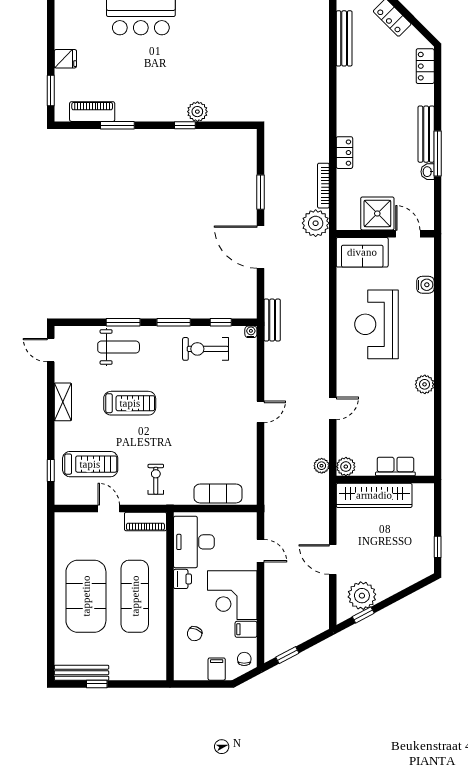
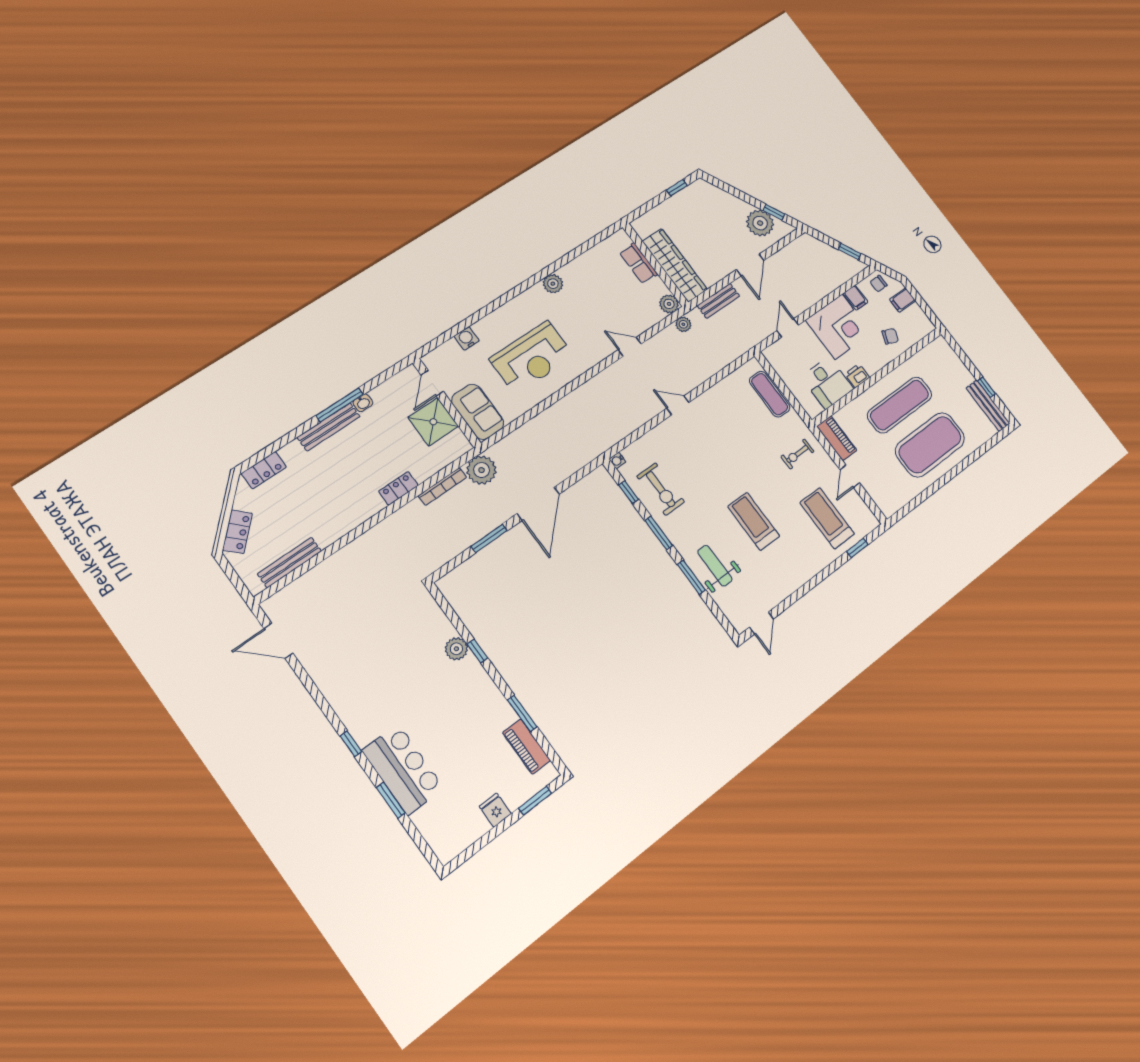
bench: (272, 320) -> (718, 301), moved
shelving: (63, 402) -> (795, 580), removed
desk: (194, 542) -> (827, 383), width x0.73

